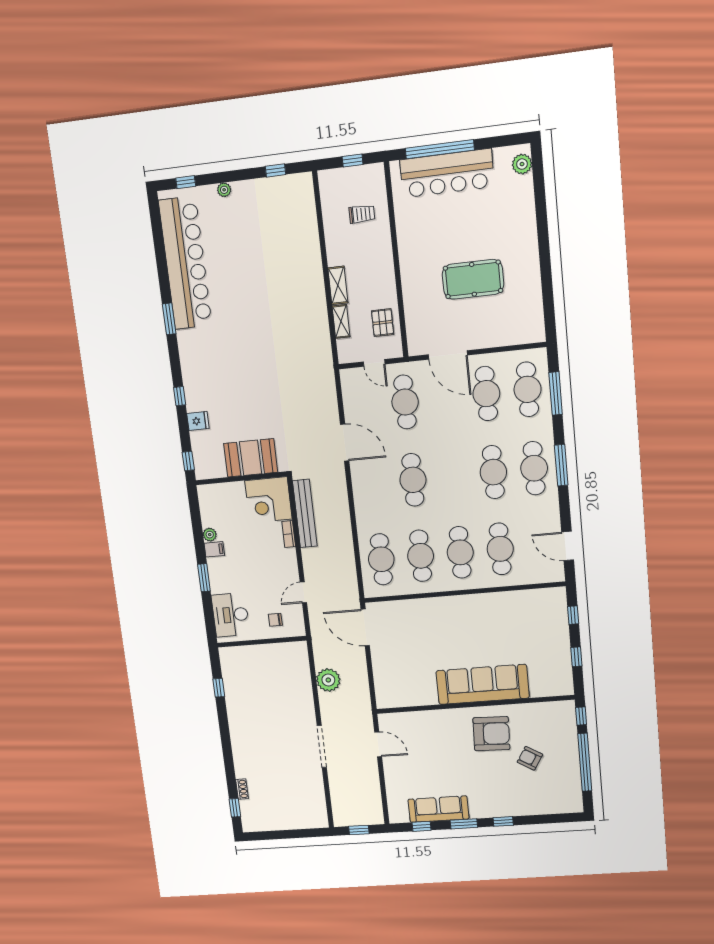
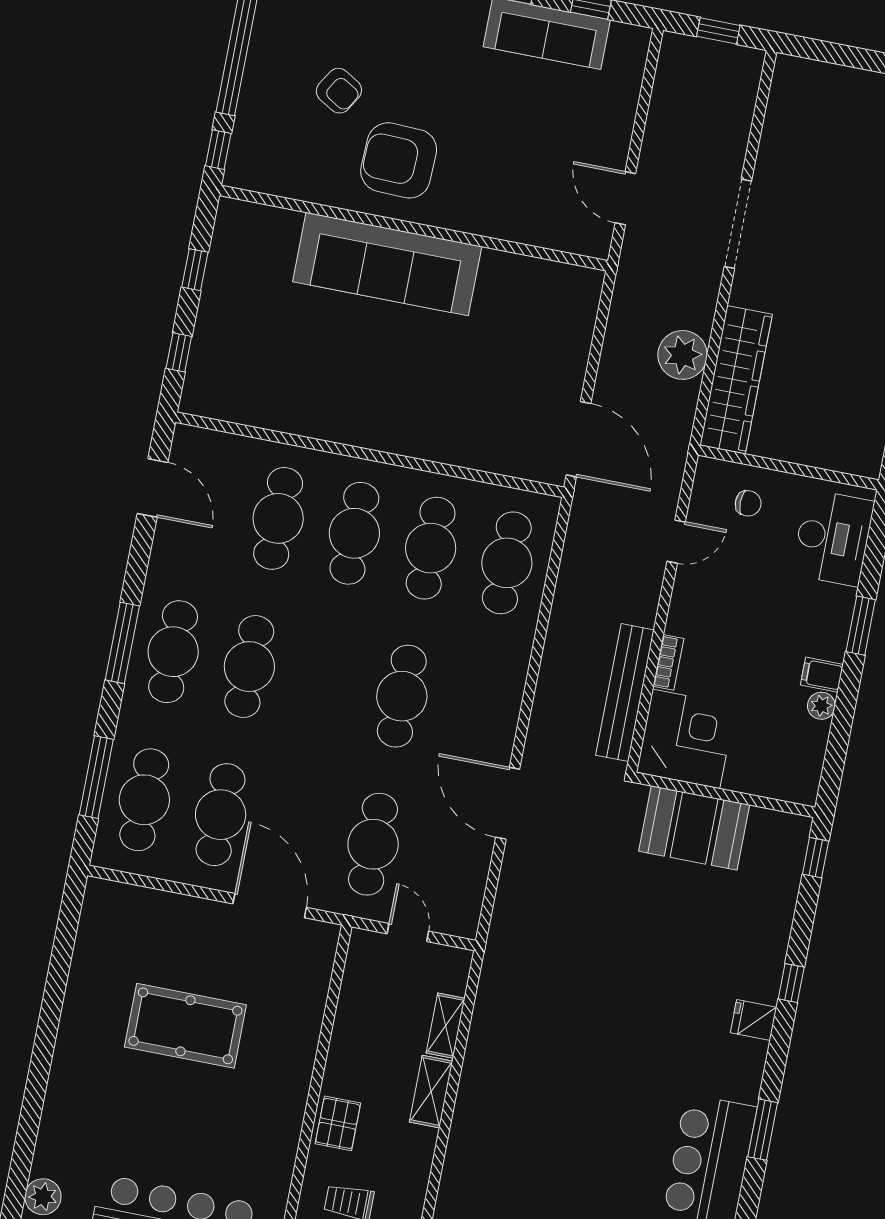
pallet: (383, 323) -> (338, 1123), moved
fridge: (198, 421) -> (753, 1020), moved
wardrobe: (300, 675) -> (736, 380), added

